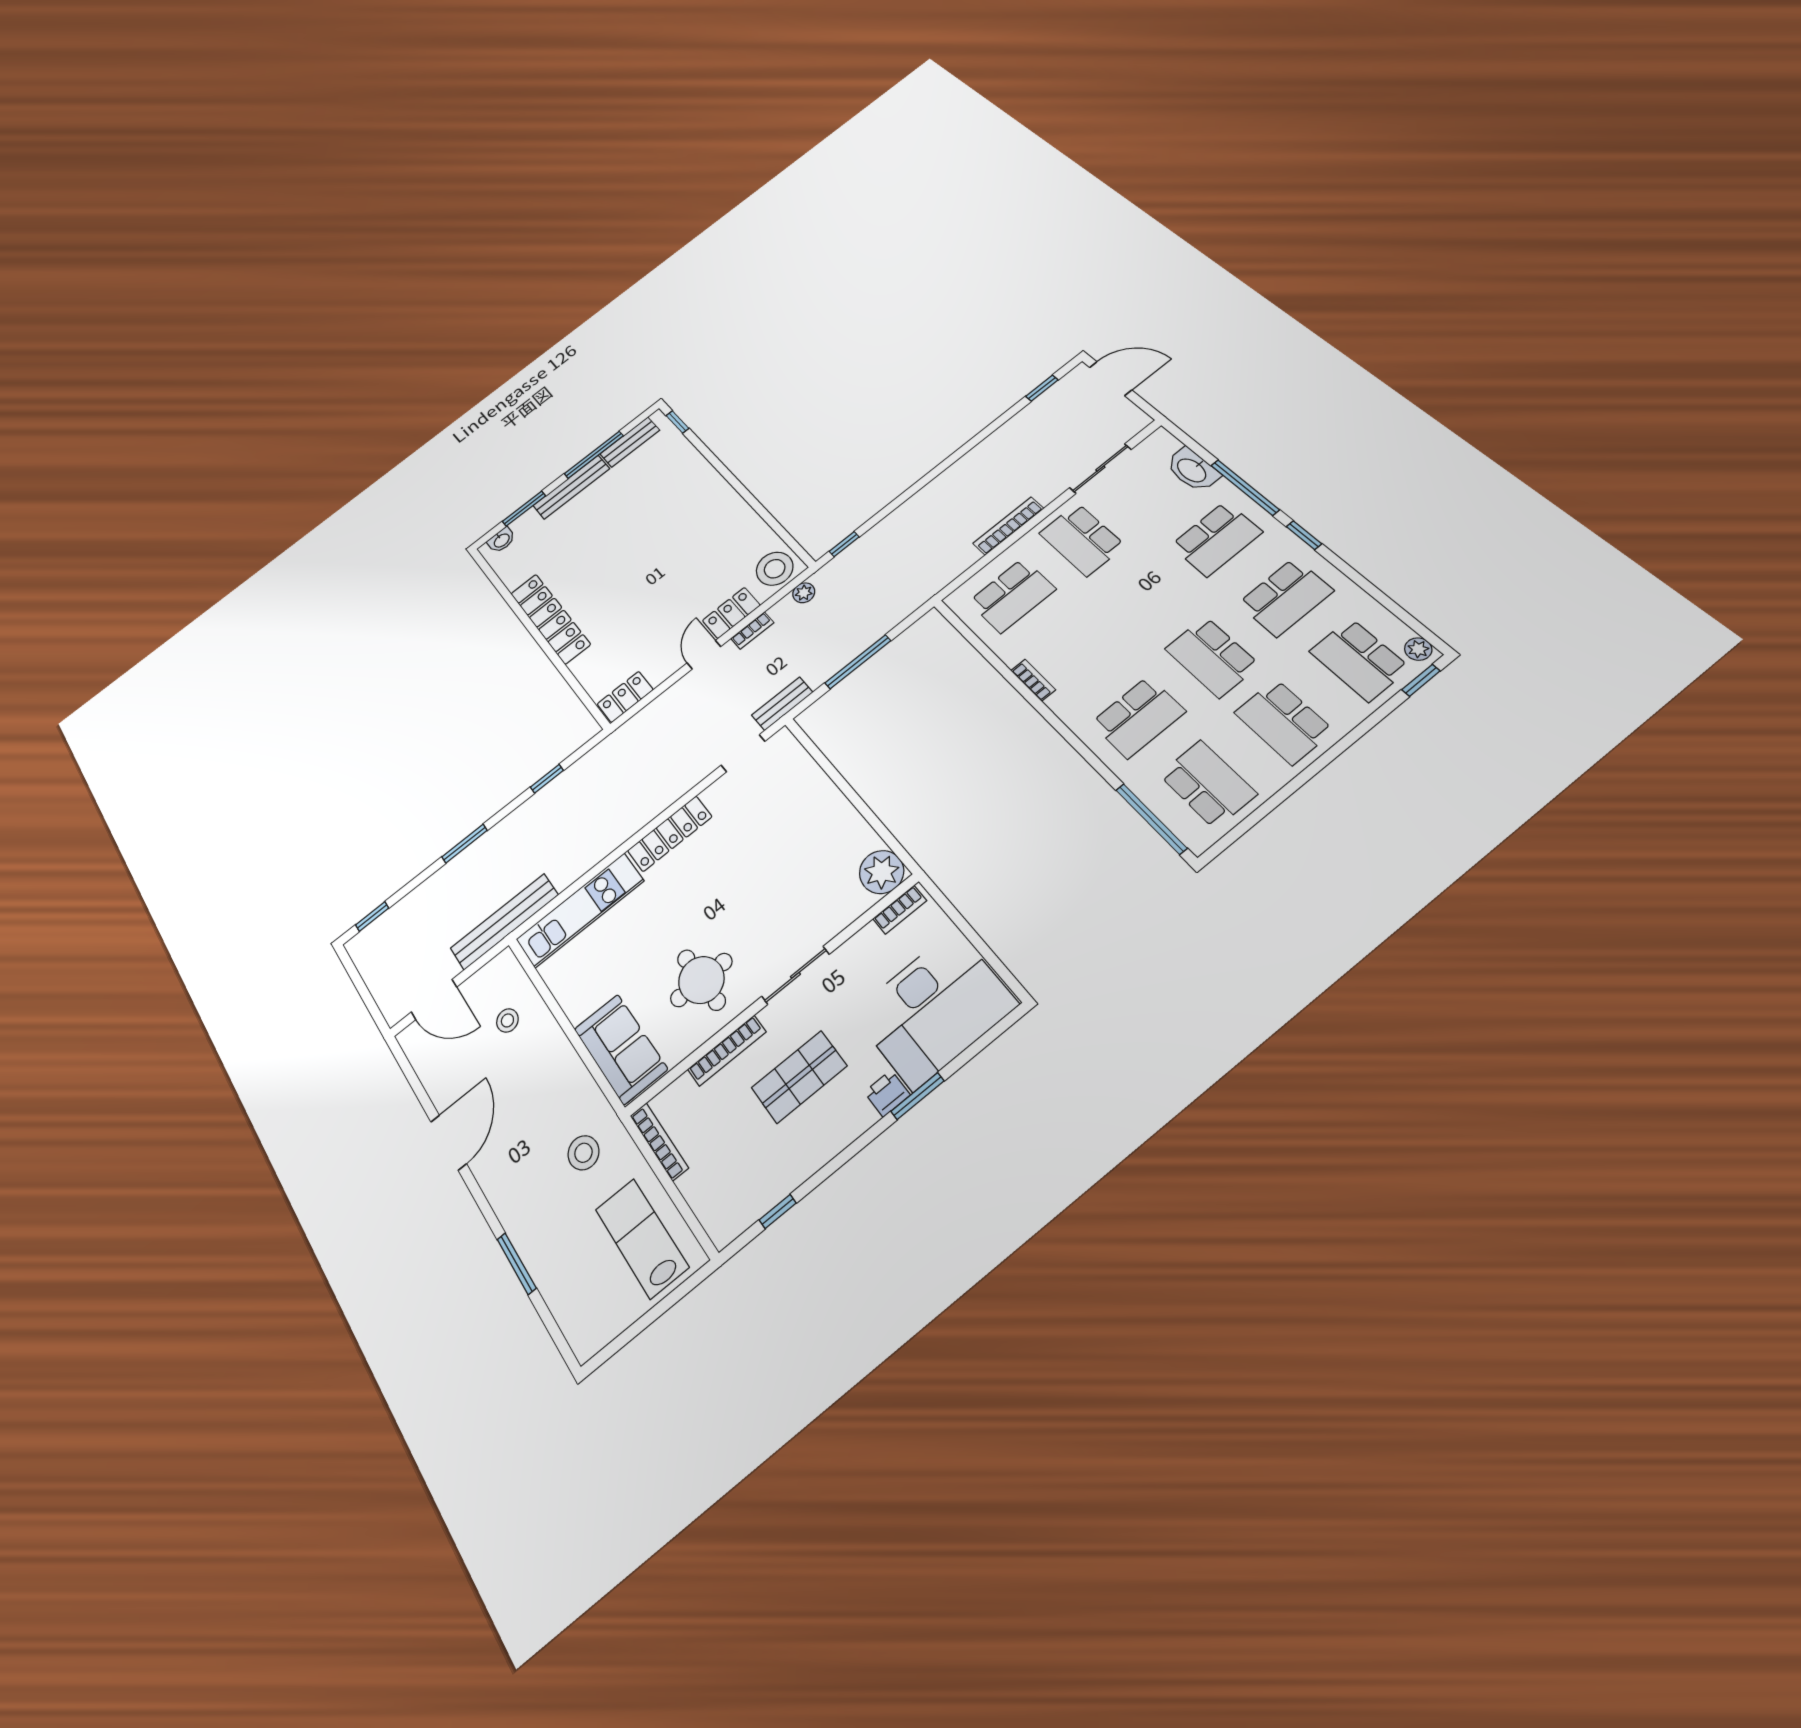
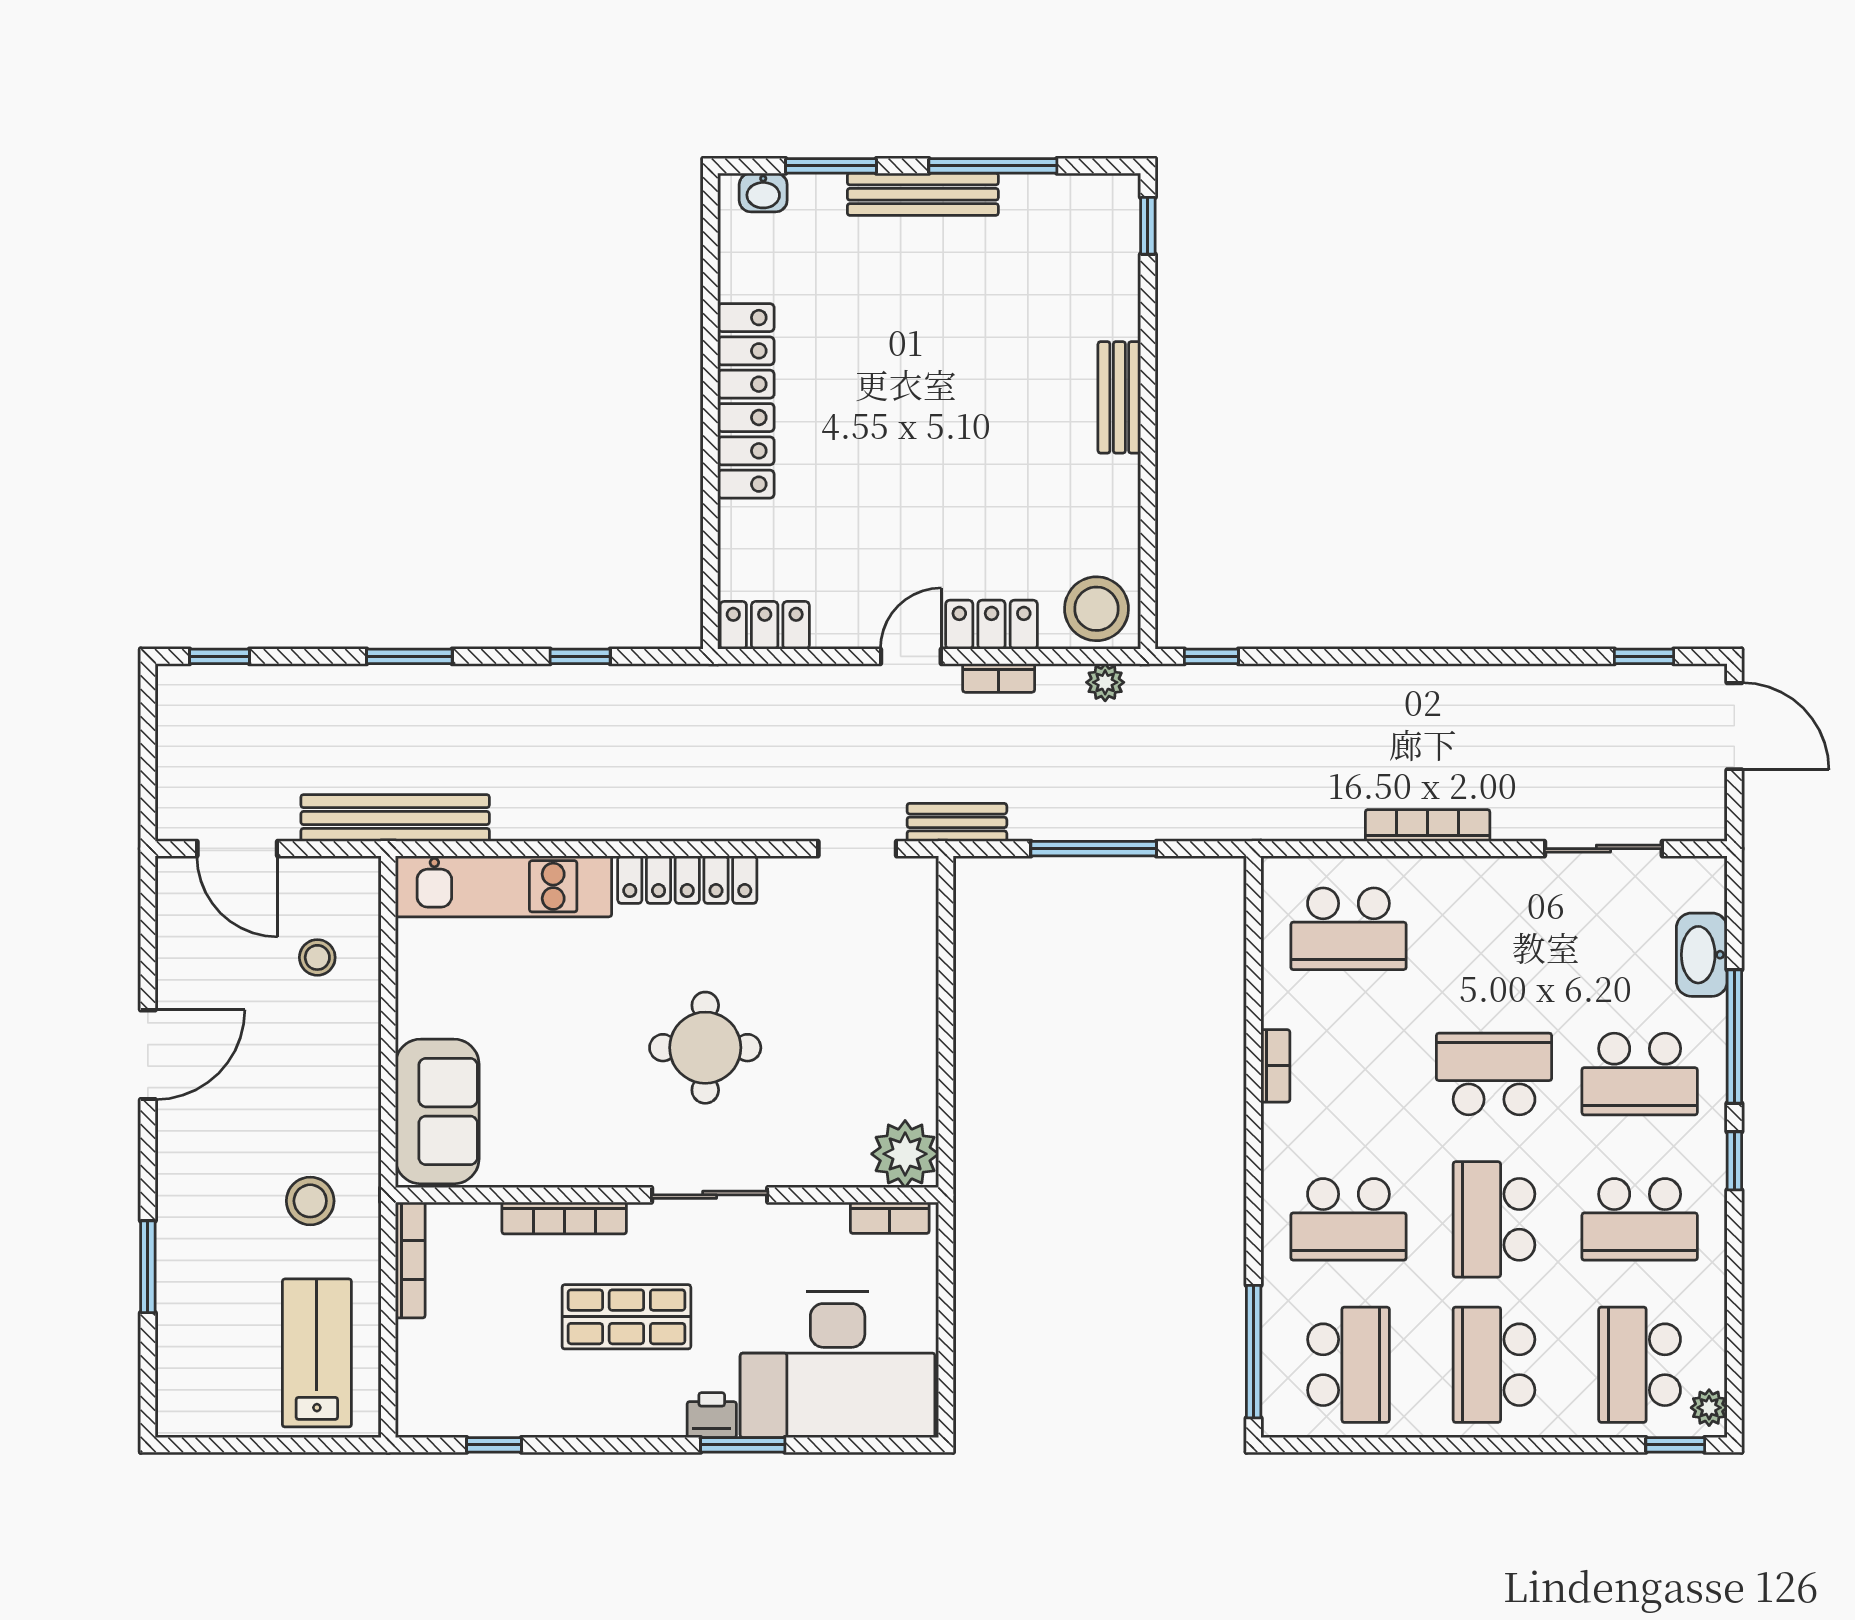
bench: (630, 442) -> (1119, 397), moved, turned 90
school desk: (1082, 539) -> (1494, 1074), moved, turned 90
round table: (701, 980) -> (705, 1048), moved

